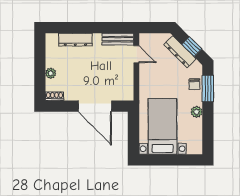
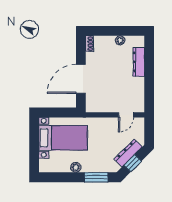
bench: (118, 39) -> (139, 99), removed
plant: (51, 73) -> (120, 40), moved
chair: (194, 84) -> (100, 166), removed

